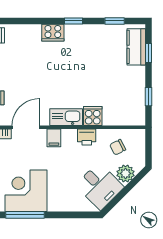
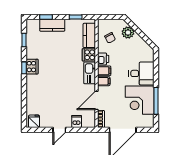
cooker: (53, 33) -> (32, 67), moved
kitchen counter: (136, 47) -> (52, 25), moved
kitchen counter: (121, 117) -> (89, 35), added
door: (26, 127) -> (96, 100), hinge flipped
filing cabinet: (69, 139) -> (104, 71), added
desk: (100, 186) -> (141, 73), moved, turned 45

